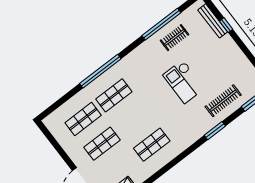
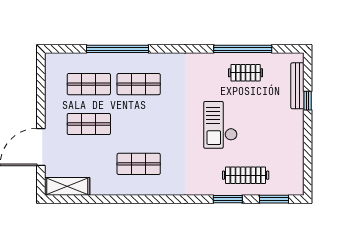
window: (100, 71) -> (117, 49), moved
window: (215, 131) -> (228, 199), moved

